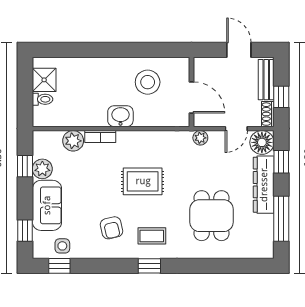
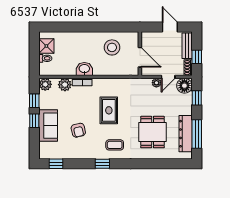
washbasin: (120, 116) -> (84, 69), moved
plant: (200, 138) -> (156, 83), moved
plant: (42, 169) -> (45, 84), moved
rug: (143, 181) -> (109, 110), turned 90
dresser: (264, 185) -> (186, 134), moved
armchair: (111, 228) -> (78, 130), moved
window: (25, 231) -> (34, 121), moved
side table: (62, 246) -> (58, 151), removed
window: (149, 266) -> (102, 164), moved

